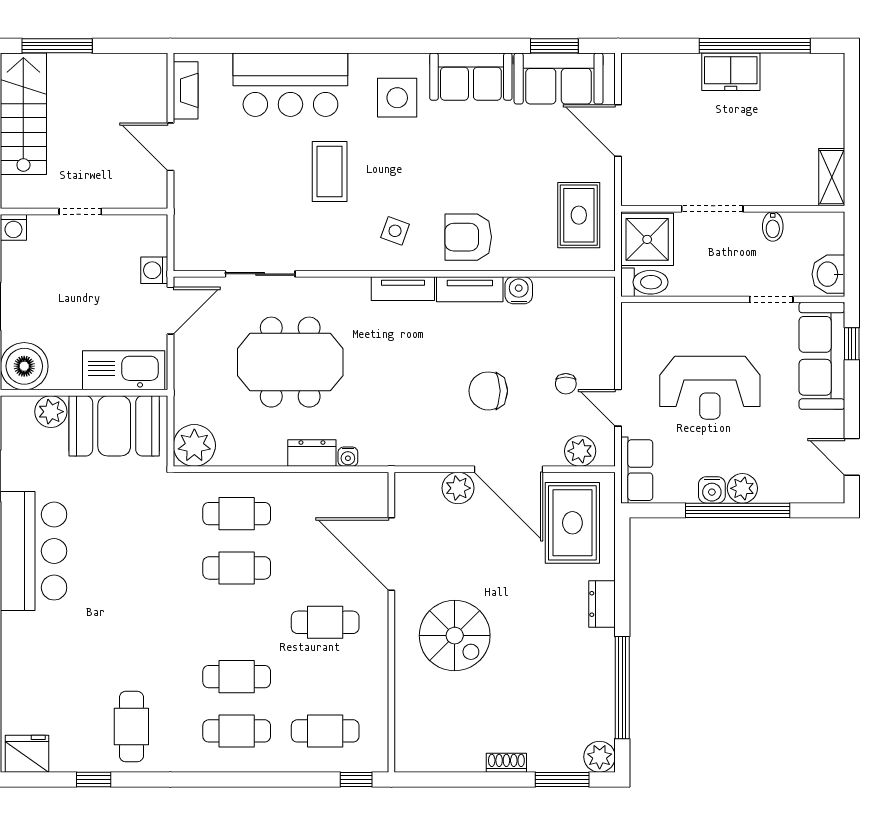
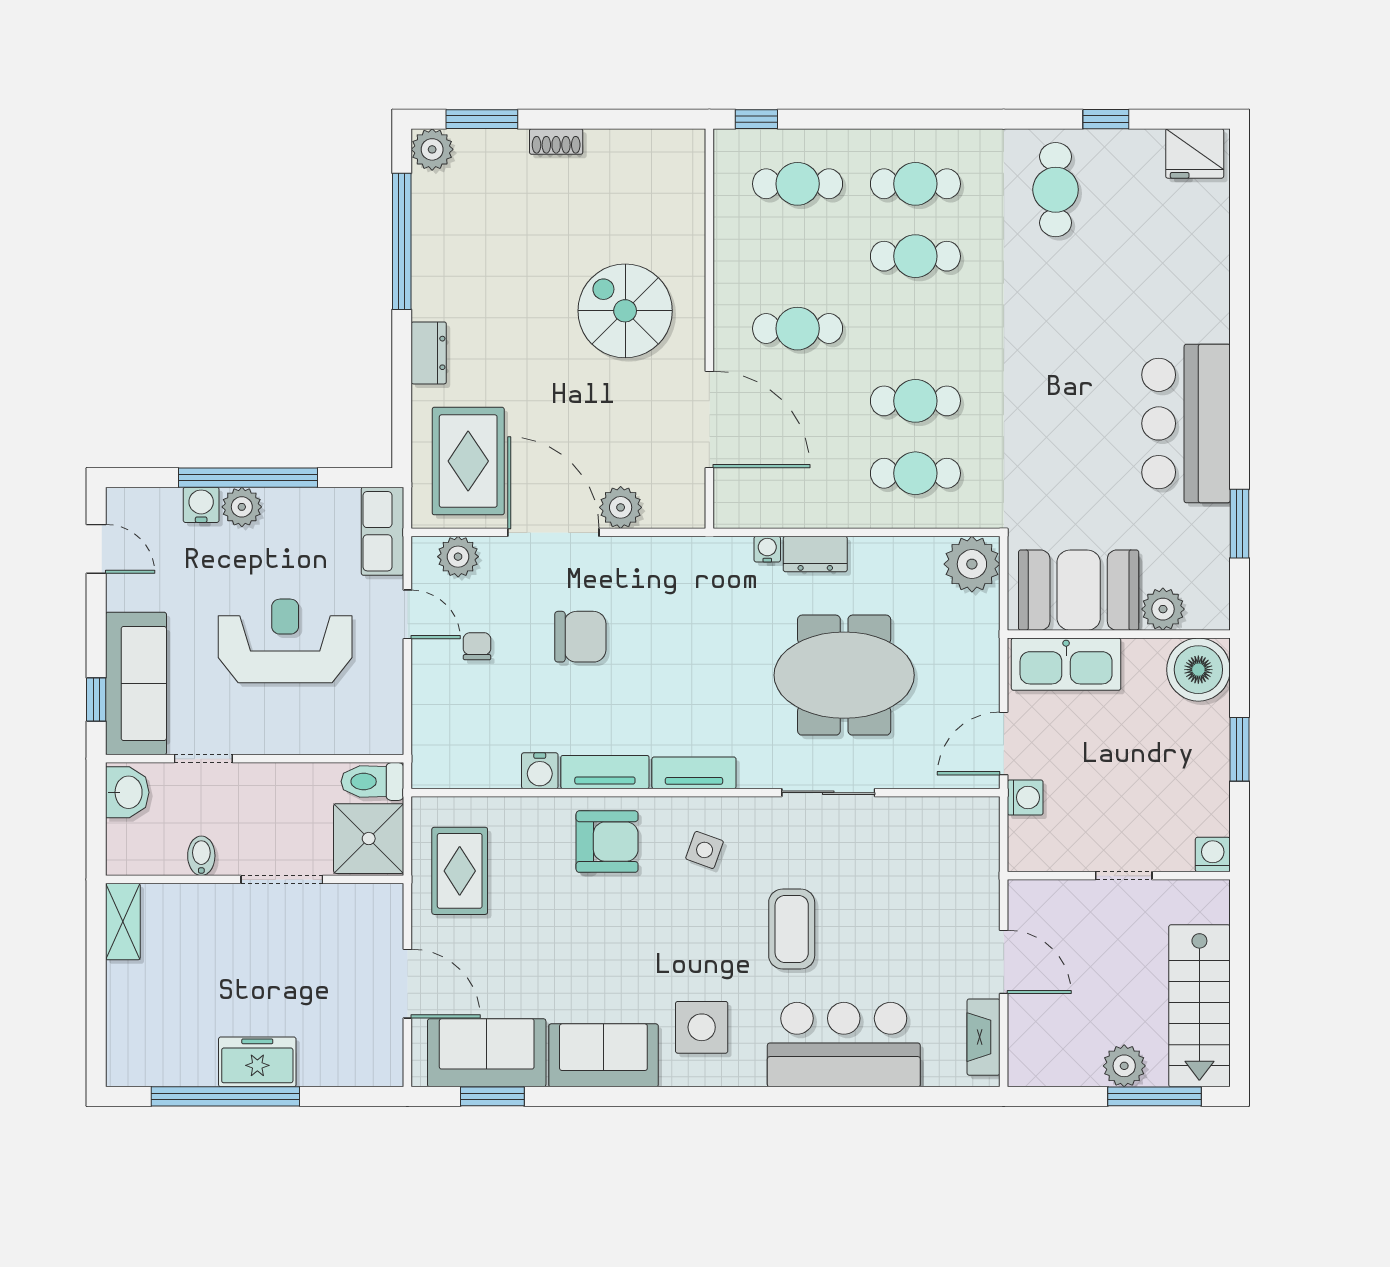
plant: (80, 69) -> (1124, 1066), added
sliding door: (260, 274) -> (828, 793), moved
water cooler: (712, 490) -> (201, 505), moved

